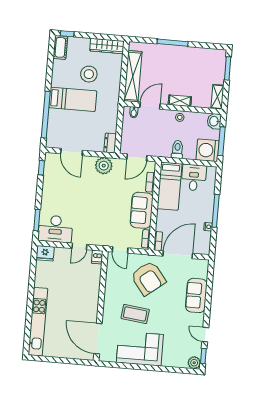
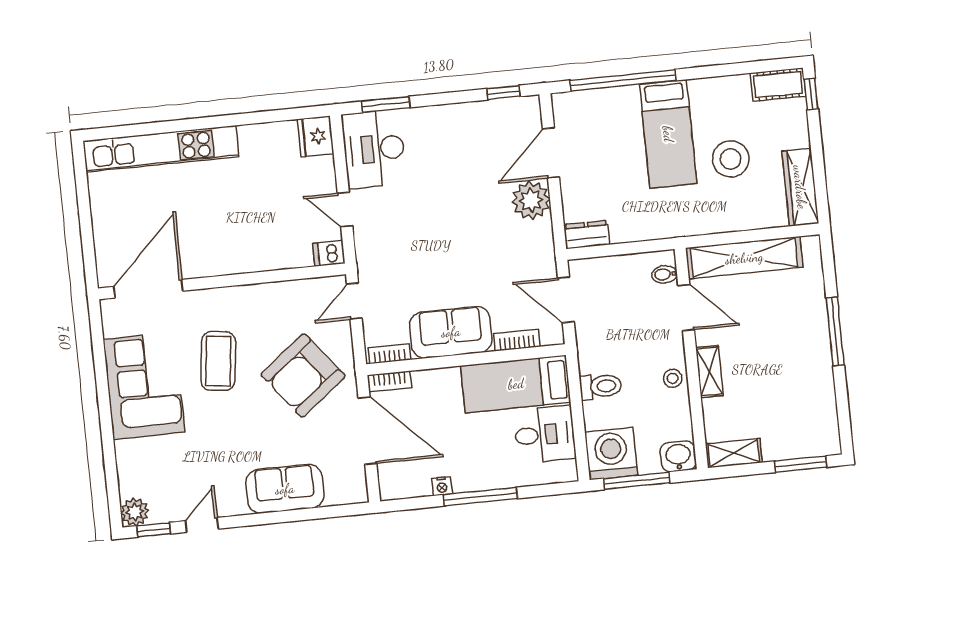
plant: (104, 166) -> (531, 200), moved

